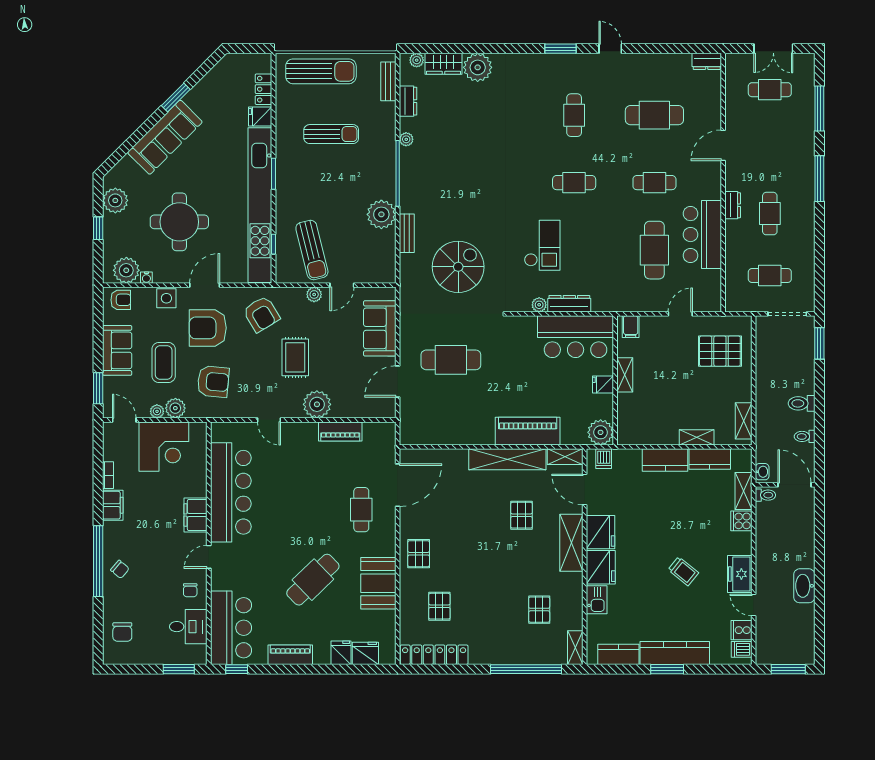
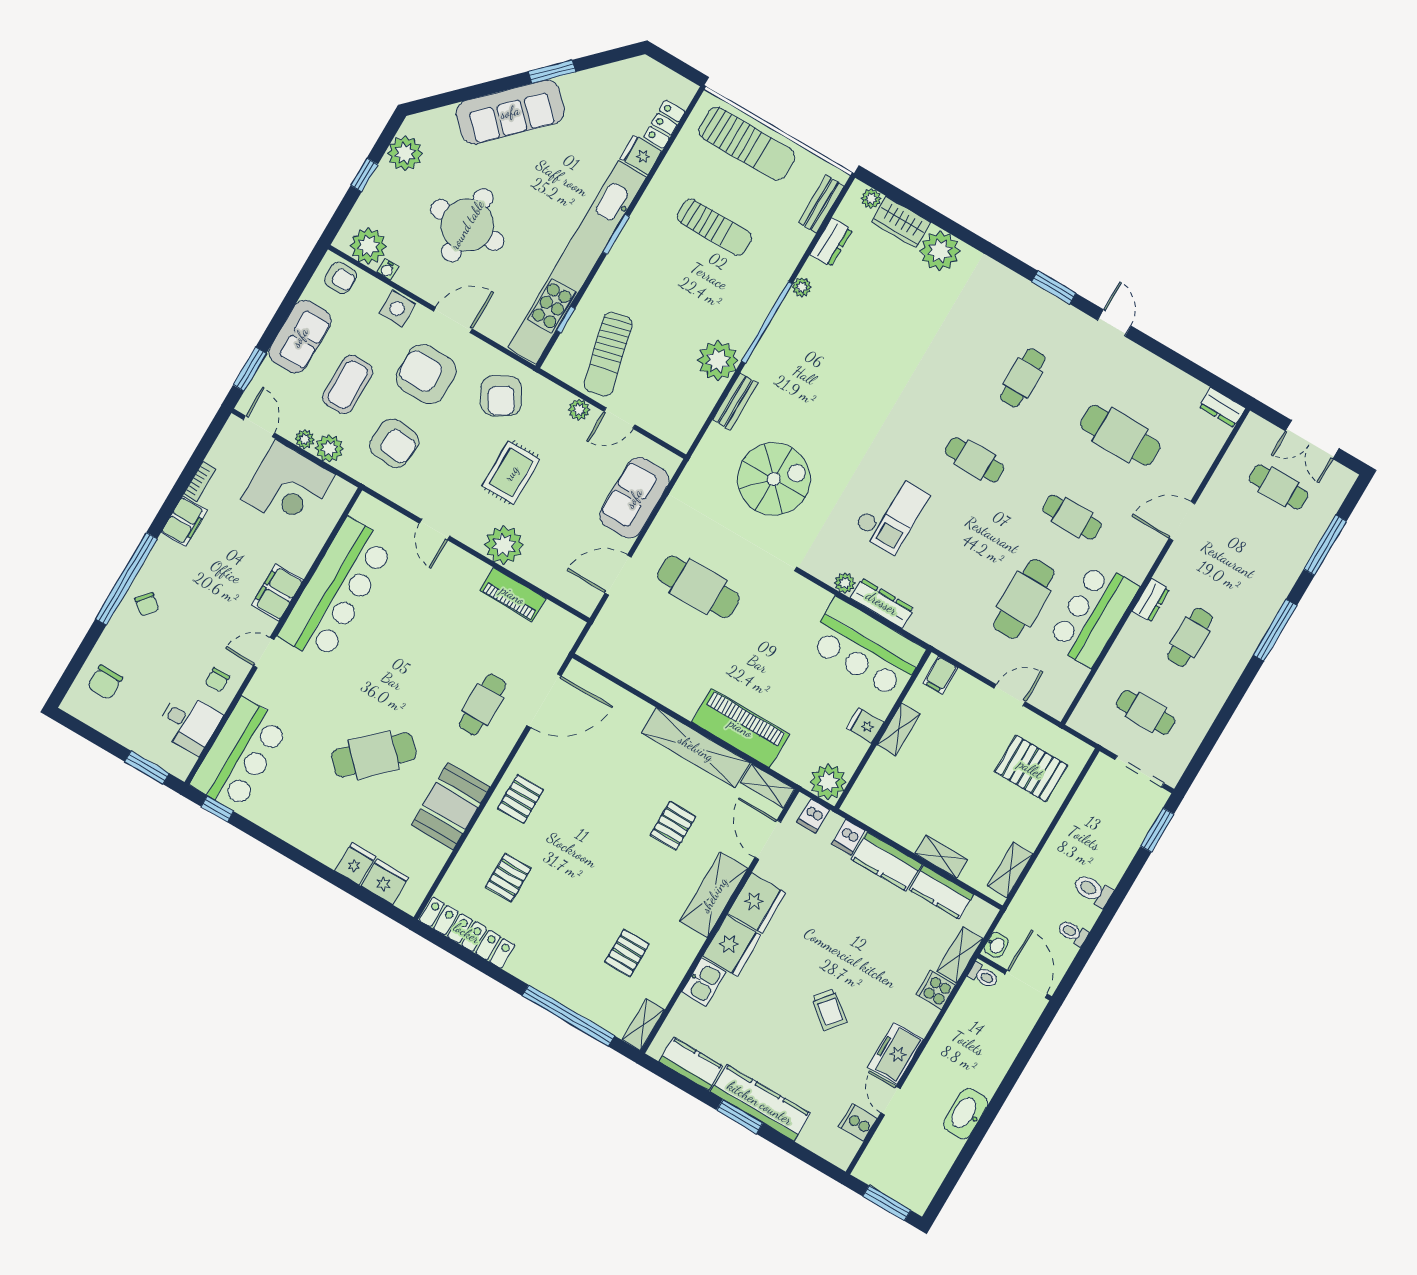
dishwasher: (742, 649) -> (849, 837), moved, turned -90
piano: (290, 655) -> (293, 830), removed

